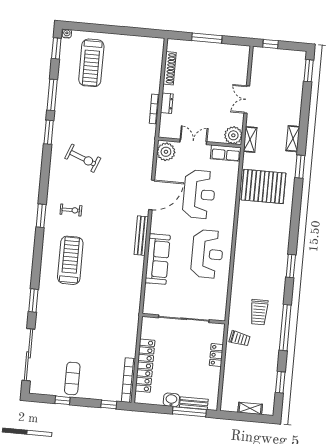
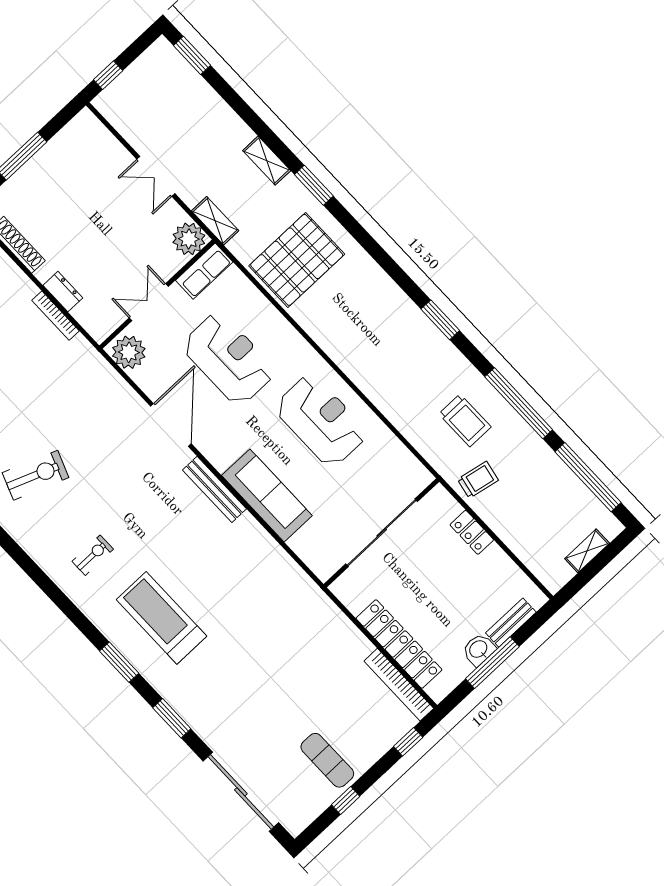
window: (41, 216) -> (119, 662), moved
window: (280, 382) -> (588, 477), width x2.11
window: (189, 412) -> (492, 663), moved

